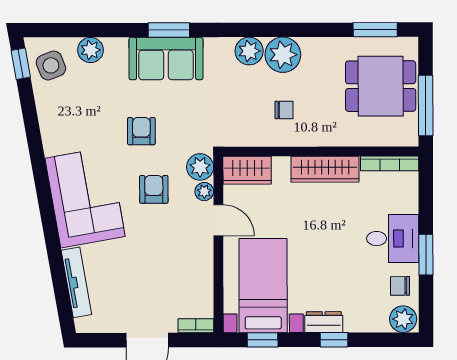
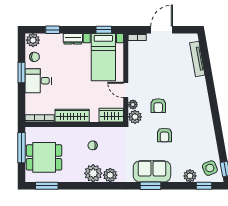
window: (63, 30) -> (204, 186), added
corner sofa: (85, 197) -> (193, 102), removed
window: (334, 340) -> (53, 30), moved

